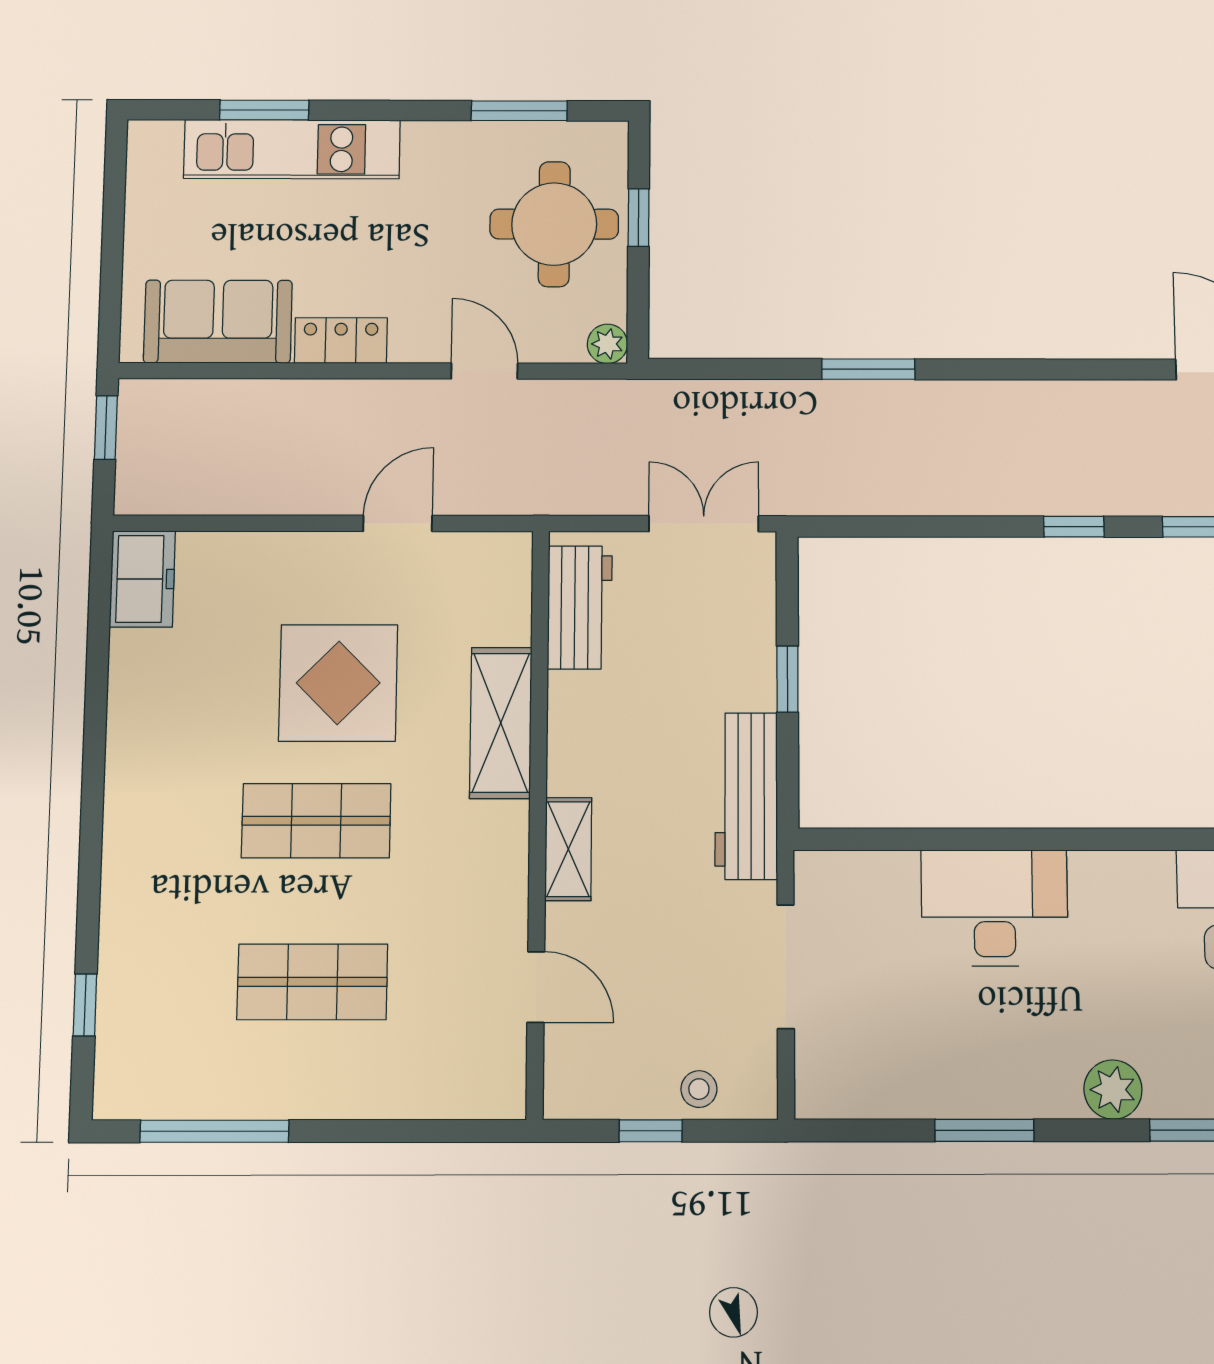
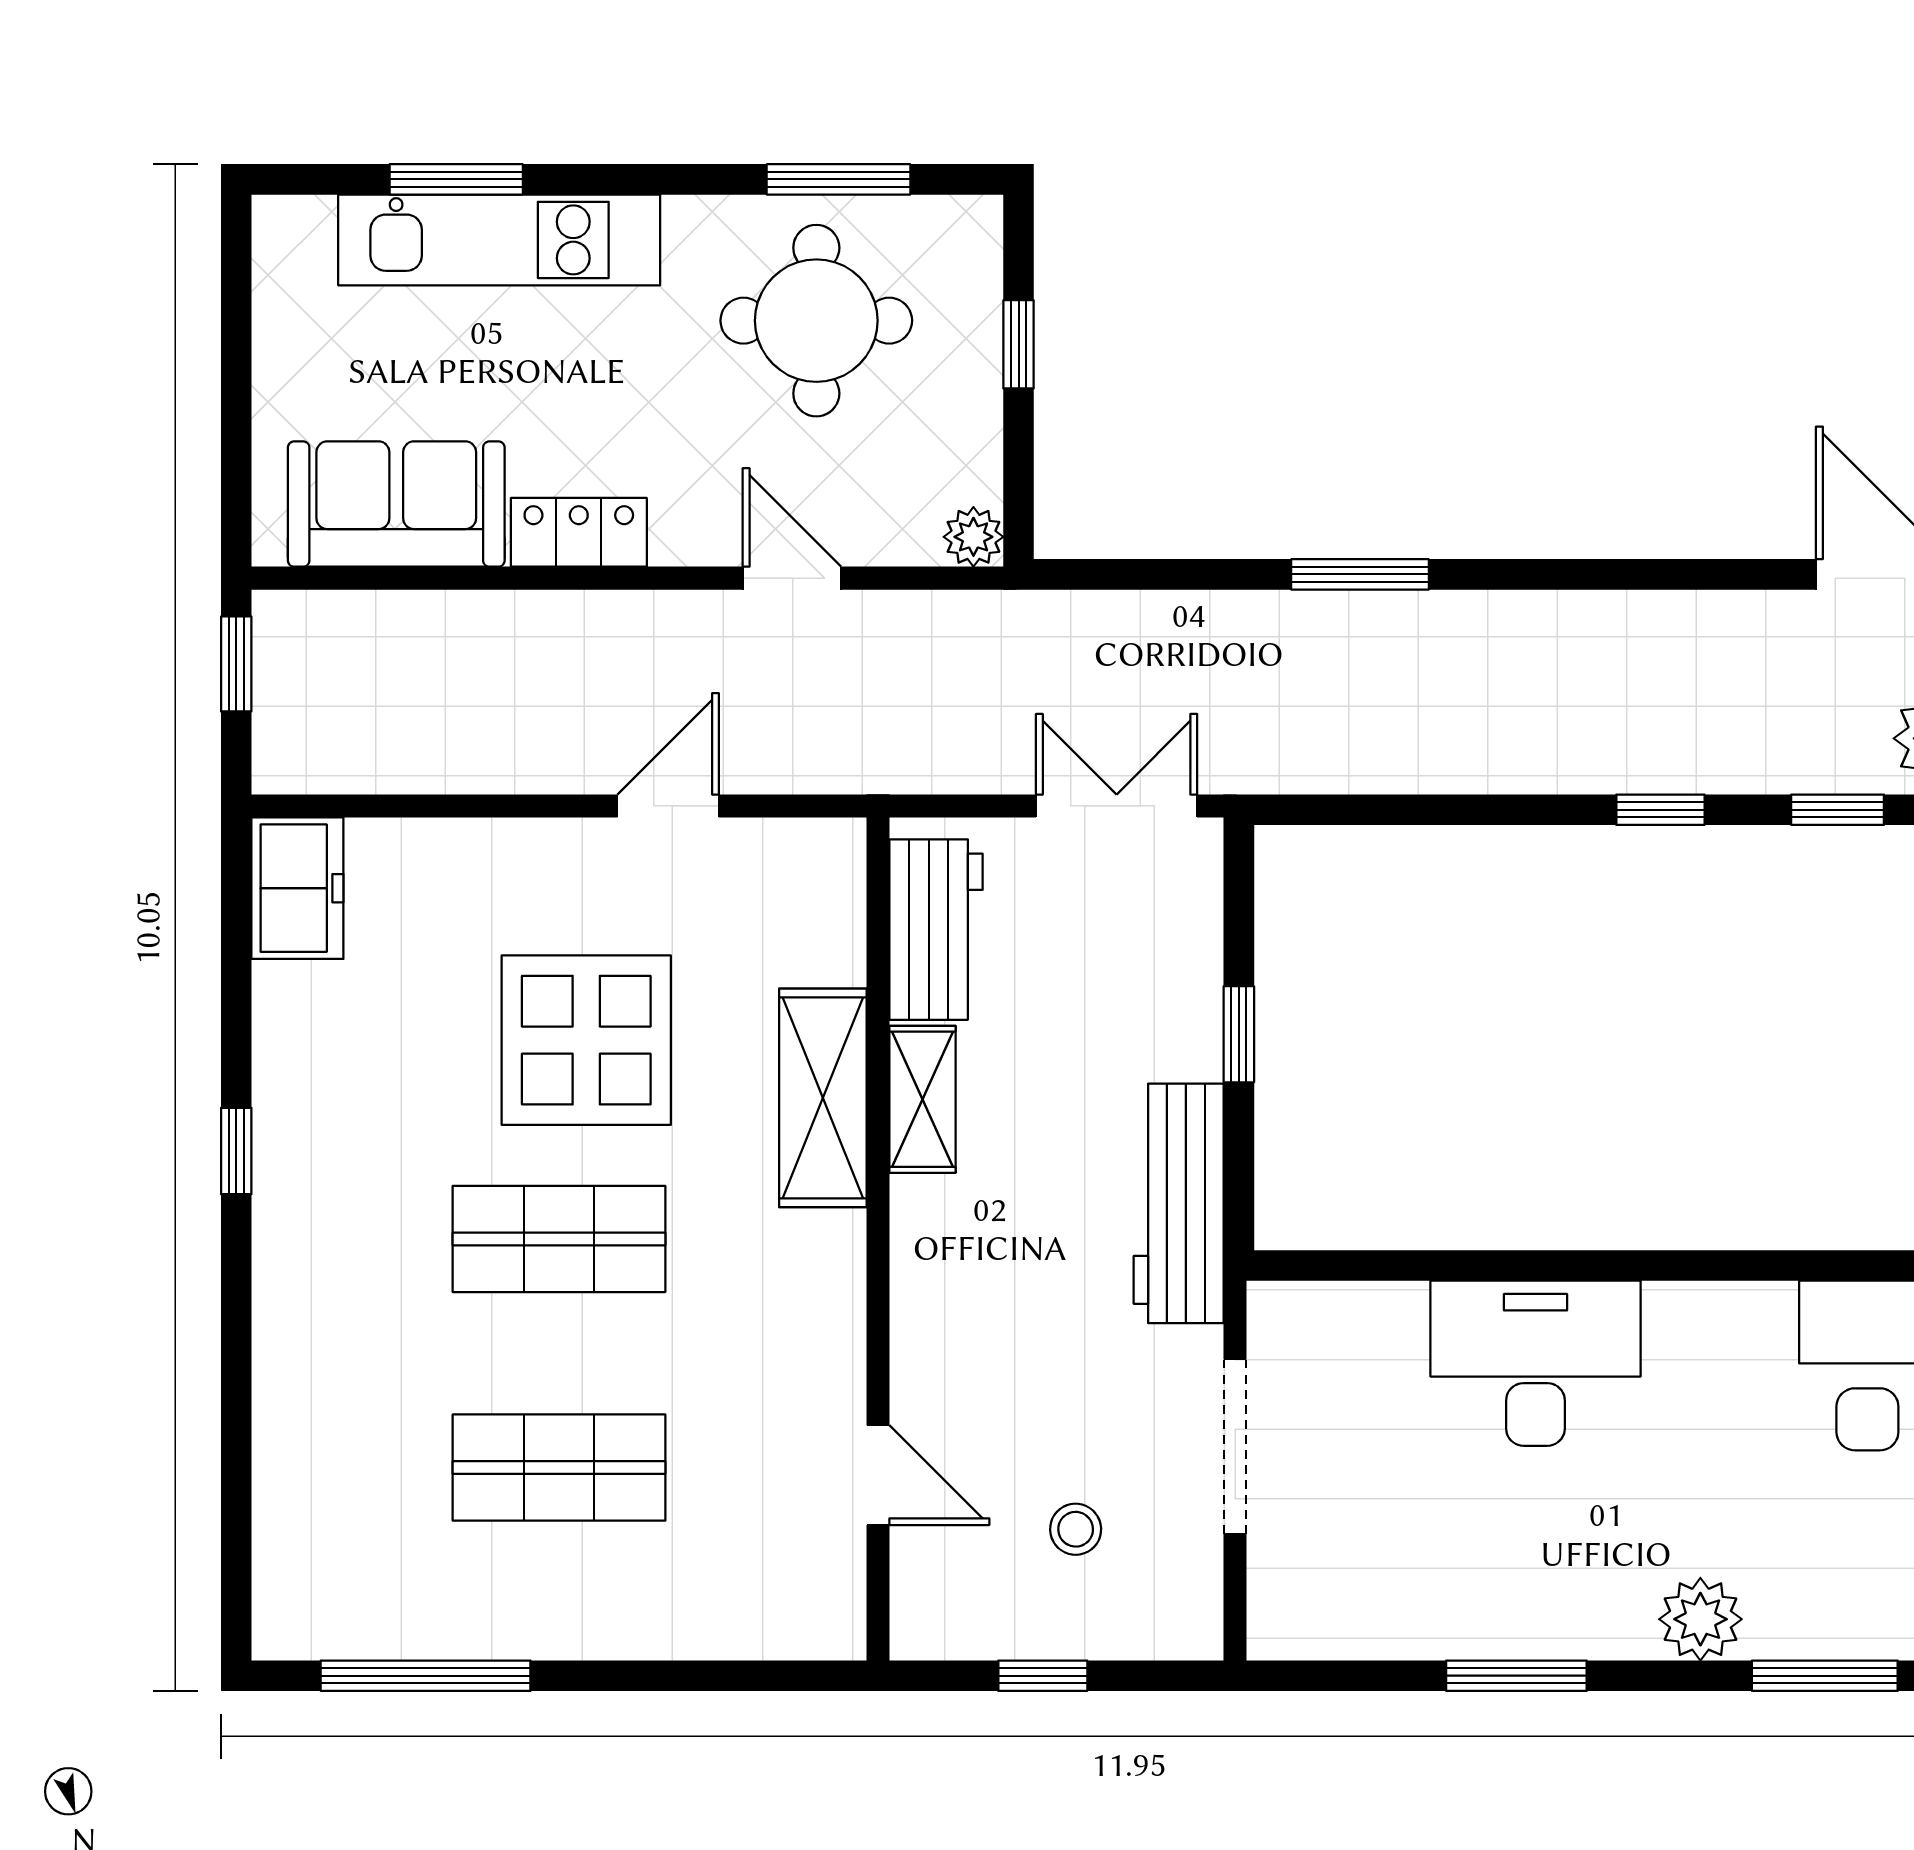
round table: (554, 224) -> (816, 321), moved
shelving: (568, 849) -> (923, 1099), moved
window: (85, 1005) -> (236, 1151), moved
stool: (699, 1089) -> (1076, 1529), moved

